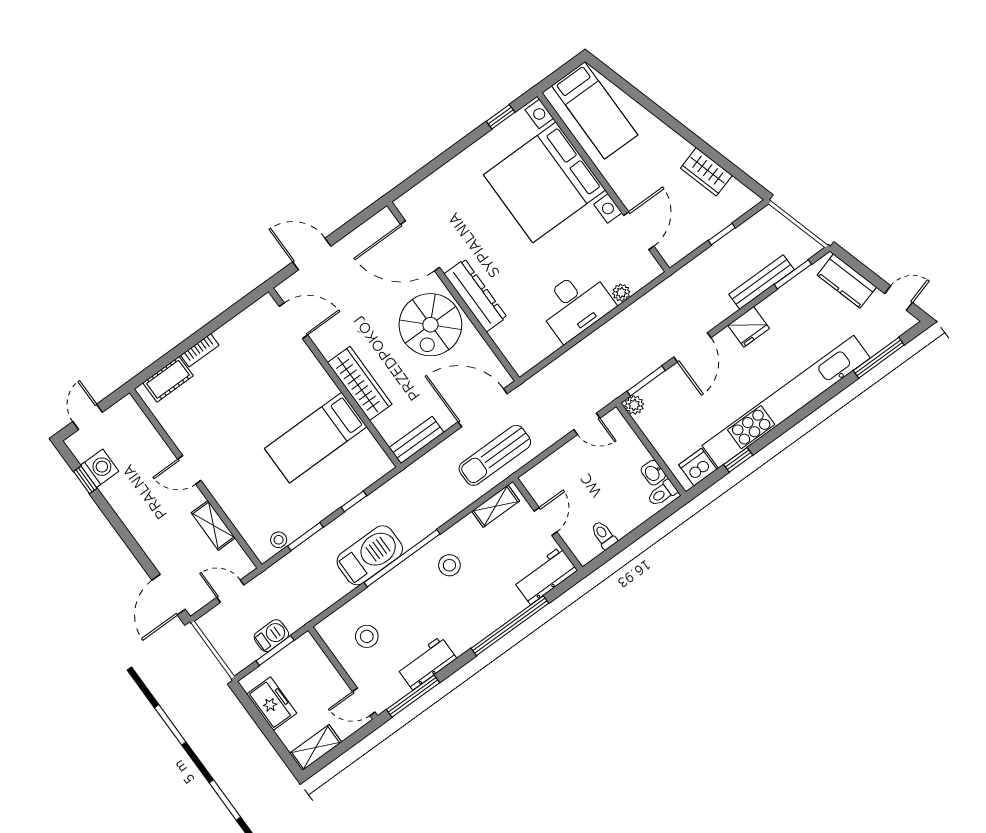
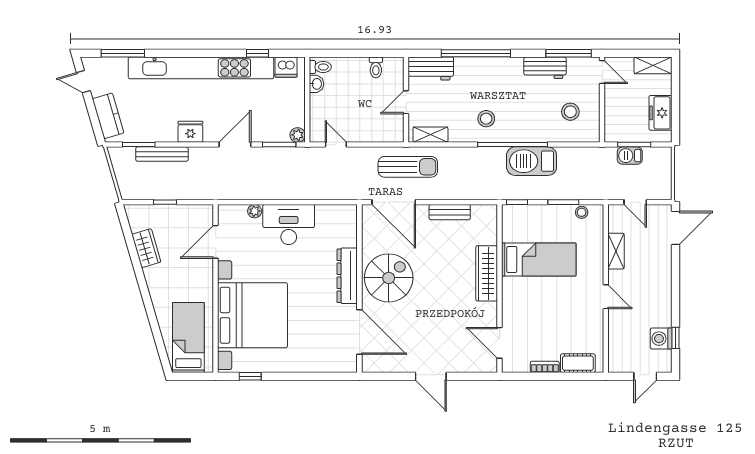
door: (293, 321) -> (500, 343), moved
wall: (335, 377) -> (500, 288), moved
wardrobe: (360, 383) -> (487, 273), moved
bed: (316, 438) -> (539, 259), moved

